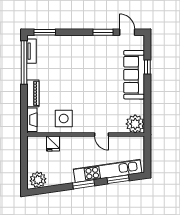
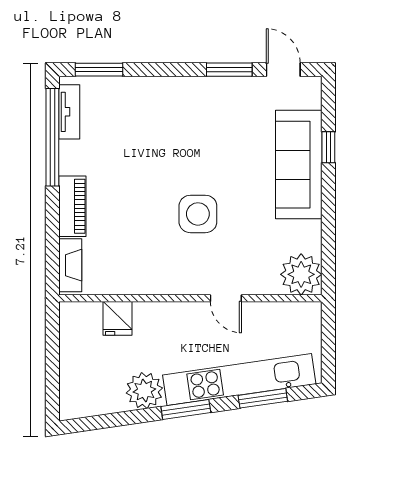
side table: (64, 119) -> (198, 214), moved
plant: (38, 180) -> (144, 391), moved

